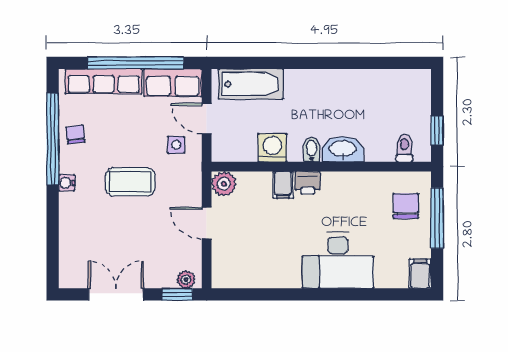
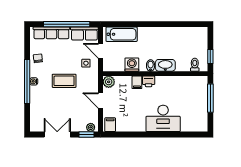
window: (53, 139) -> (27, 81), moved
chair: (406, 206) -> (195, 92), removed
filing cabinet: (420, 274) -> (110, 125), moved

